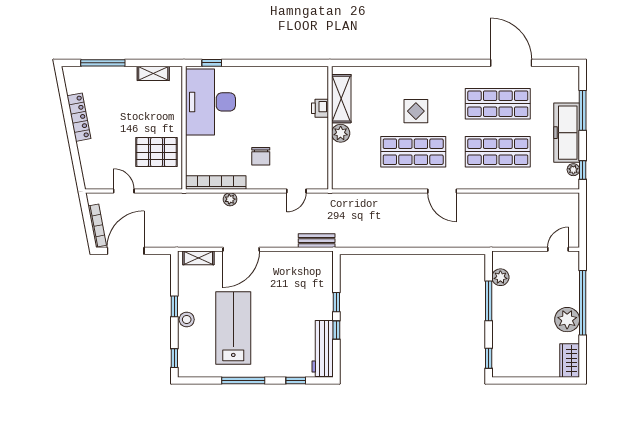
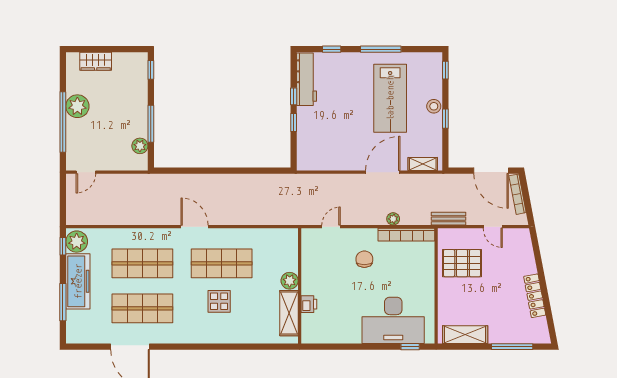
shelving: (153, 73) -> (465, 335), width x1.50, depth x1.33
desk: (210, 102) -> (393, 320), moved, turned 90
plant: (573, 170) -> (77, 242), width x1.88, depth x1.88
bench: (317, 241) -> (448, 219), moved
door: (126, 251) -> (491, 171), hinge flipped
wardrobe: (570, 360) -> (96, 61), moved, turned 90

